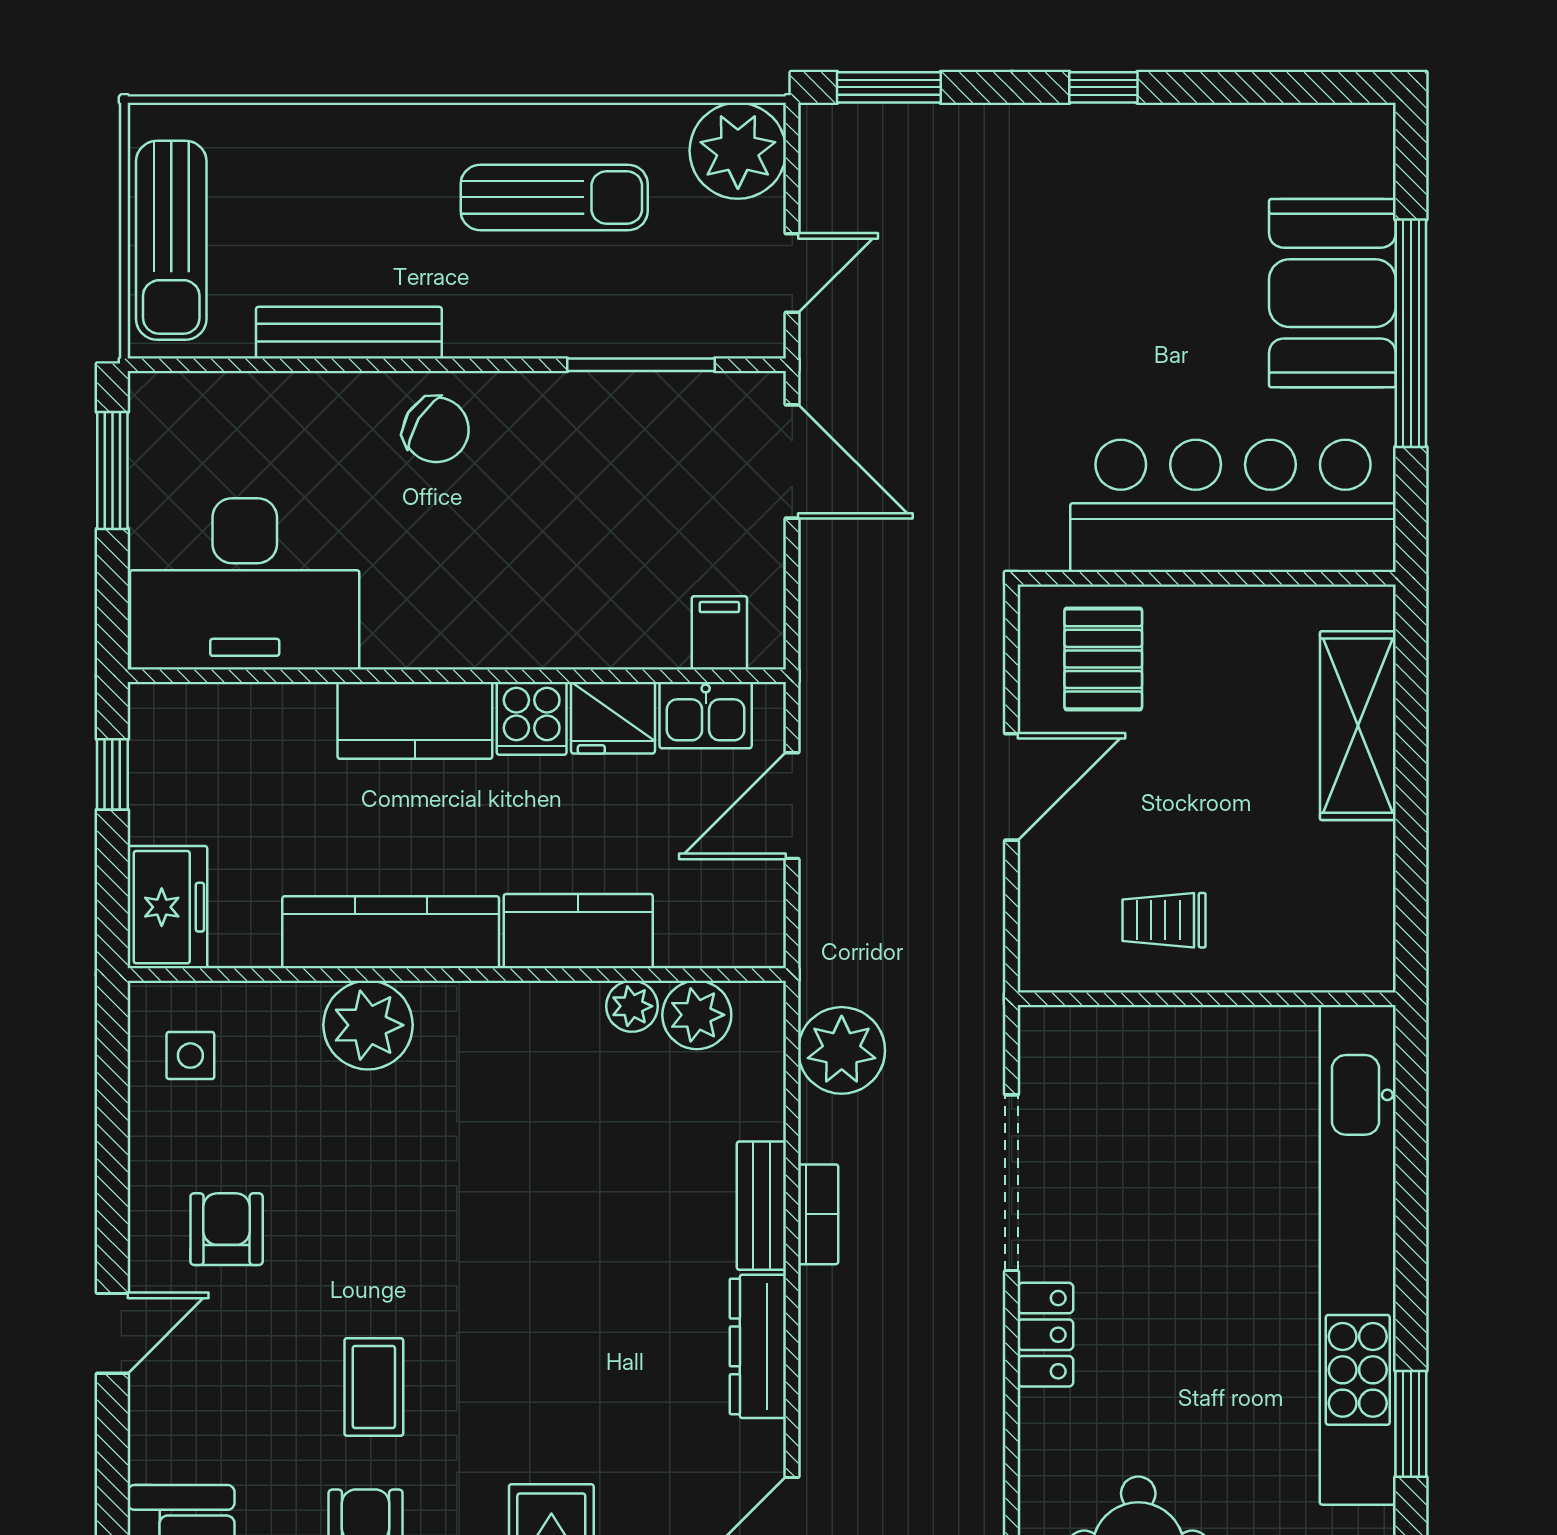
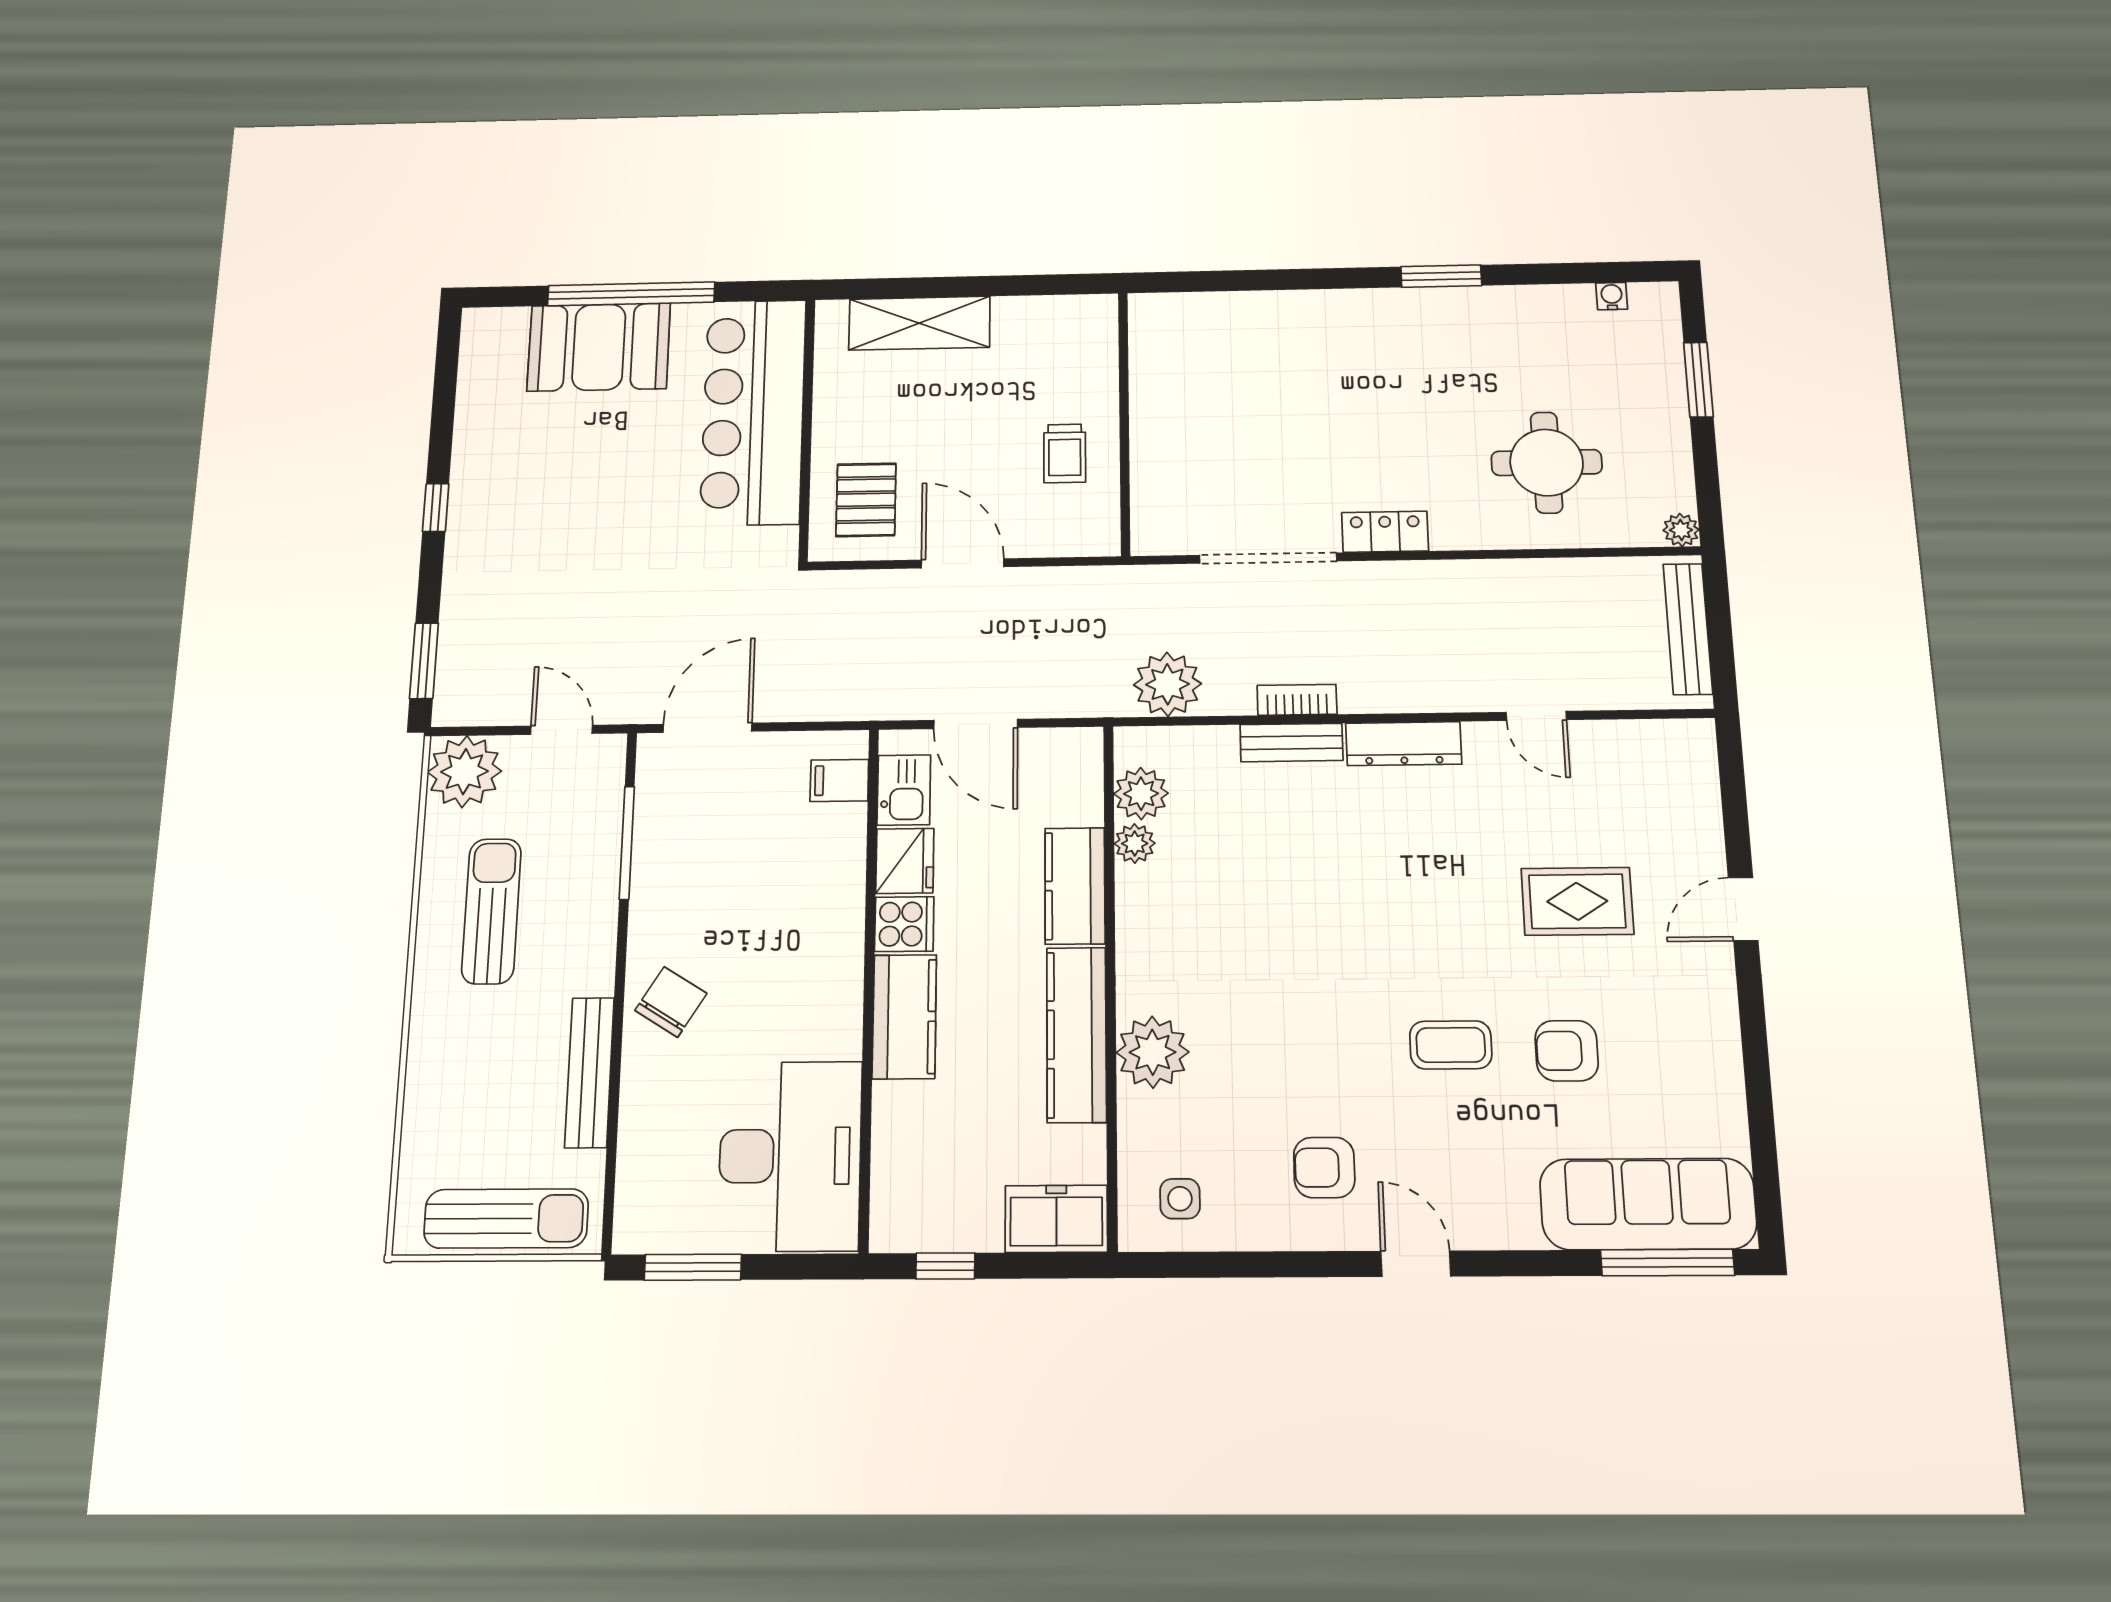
pallet: (1103, 659) -> (866, 500), turned 90
kitchen unit: (1358, 1255) -> (1315, 315), removed

